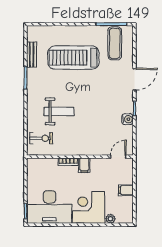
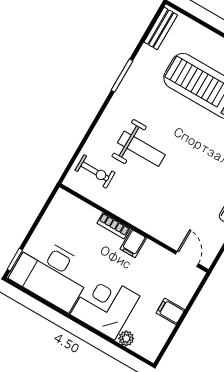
bench: (32, 55) -> (161, 28), moved
door: (118, 157) -> (187, 259), hinge flipped

